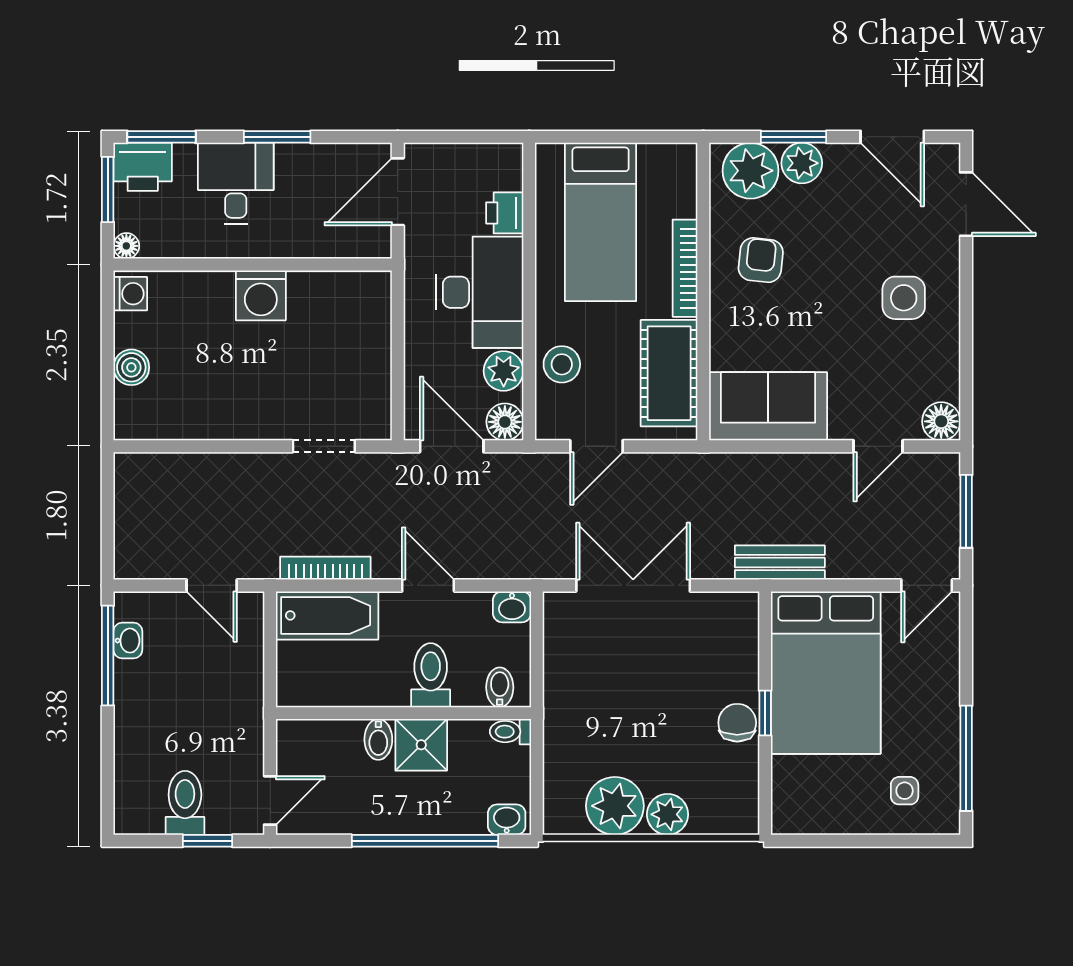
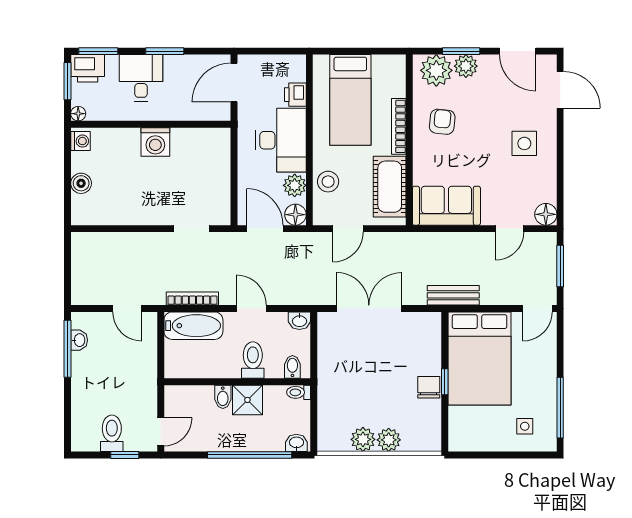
plant: (615, 806) -> (363, 439), width x0.73, depth x0.73

